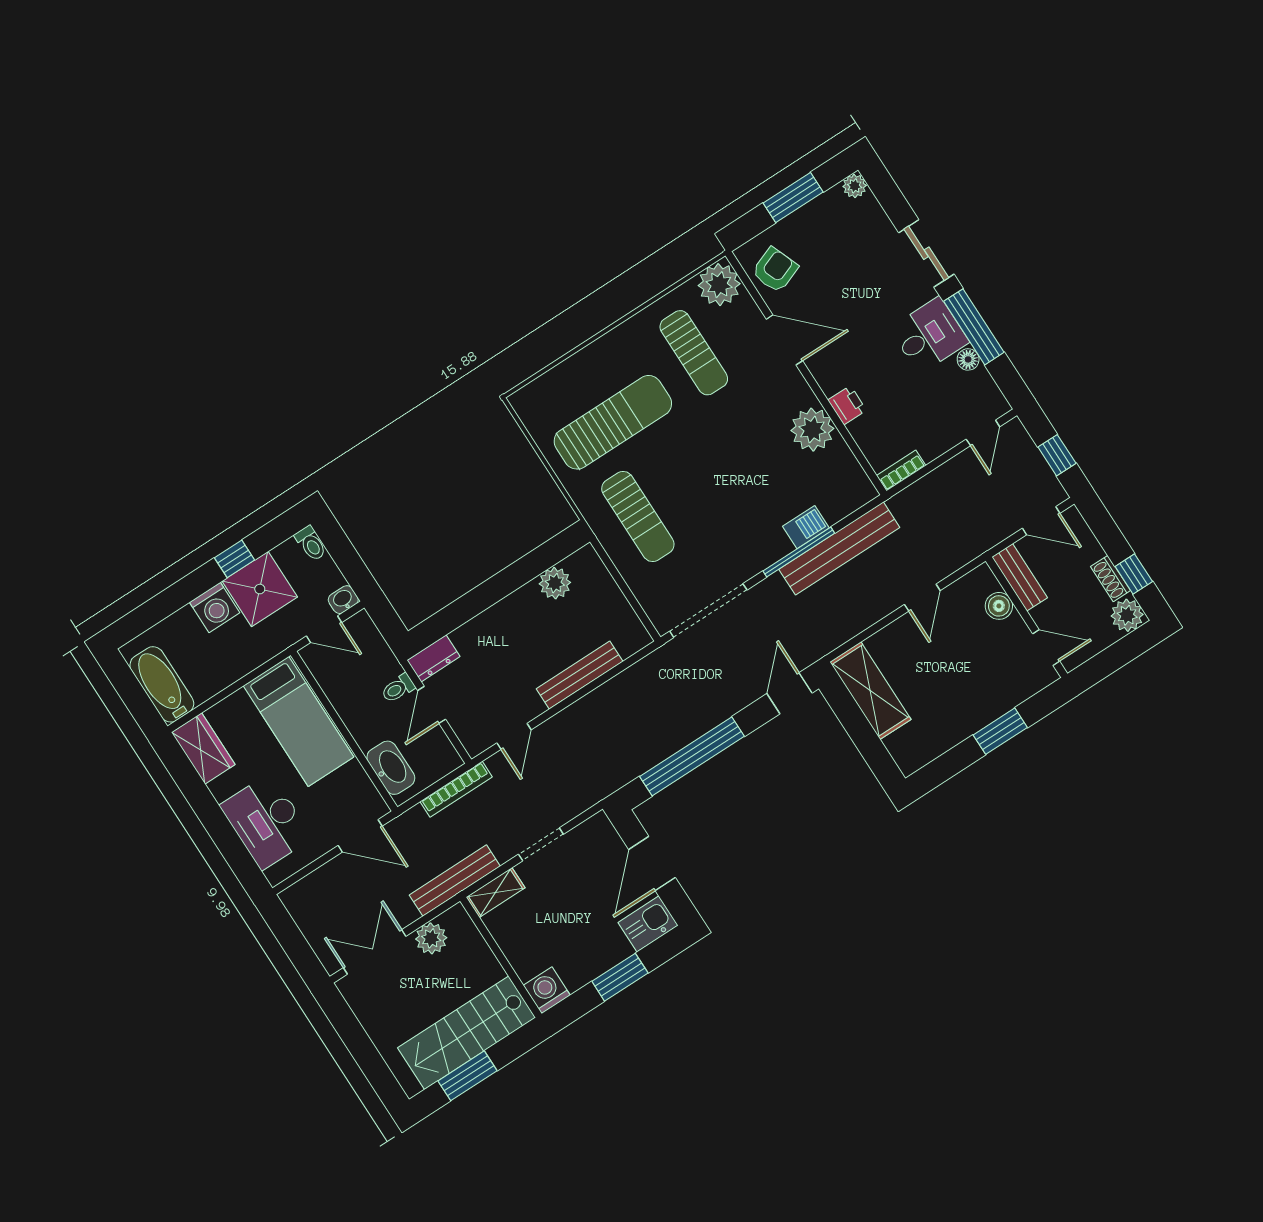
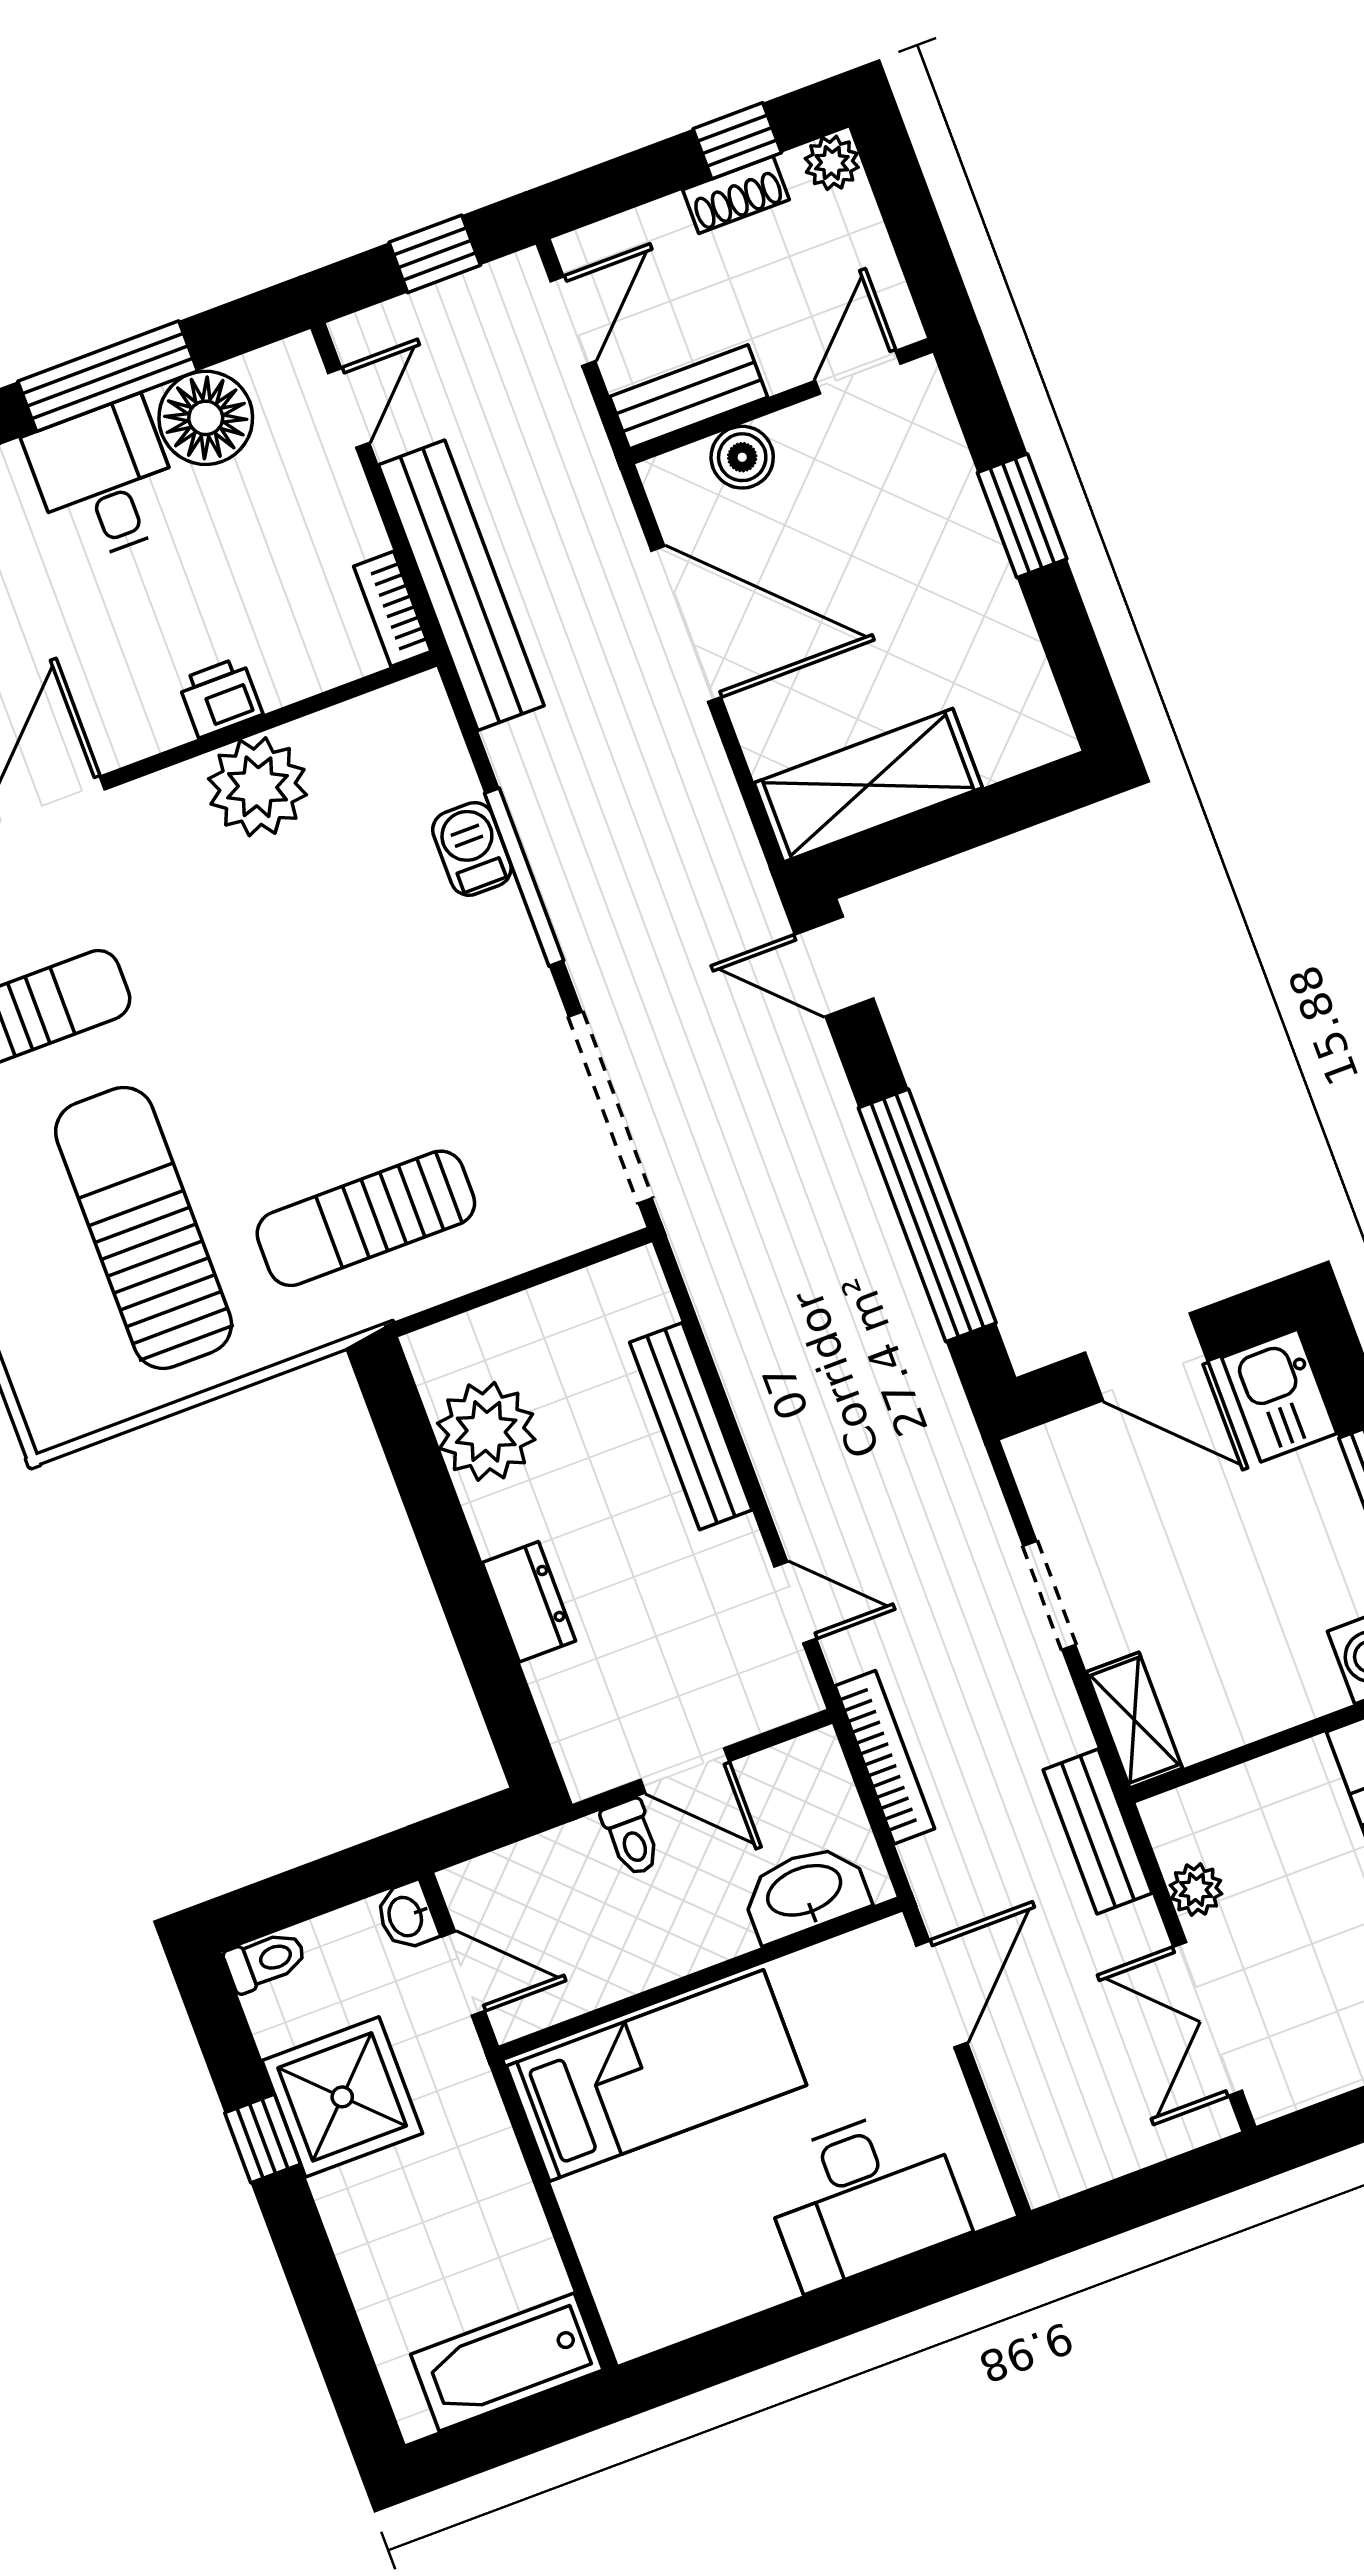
floor lamp: (968, 359) -> (206, 418), width x1.89, depth x1.89
door: (983, 433) -> (349, 408), hinge flipped
sun lounger: (638, 517) -> (366, 1218), turned 180
bench: (839, 548) -> (461, 585), moved
plant: (555, 583) -> (486, 1431), width x1.36, depth x1.36
door: (922, 598) -> (686, 624), width x1.88
washing machine: (215, 608) -> (361, 2207), removed
plant: (1127, 615) -> (832, 163), width x0.73, depth x0.73
door: (324, 629) -> (463, 1974), hinge flipped
dresser: (434, 658) -> (529, 1602), moved
wardrobe: (203, 748) -> (670, 2301), removed
bench: (455, 881) -> (1098, 1832), width x0.73
plant: (431, 938) -> (1196, 1889), width x0.73, depth x0.73

